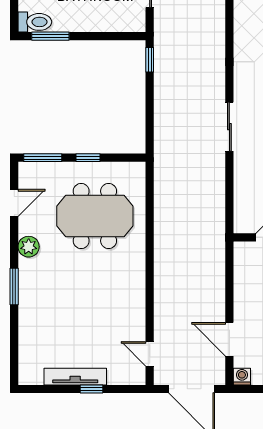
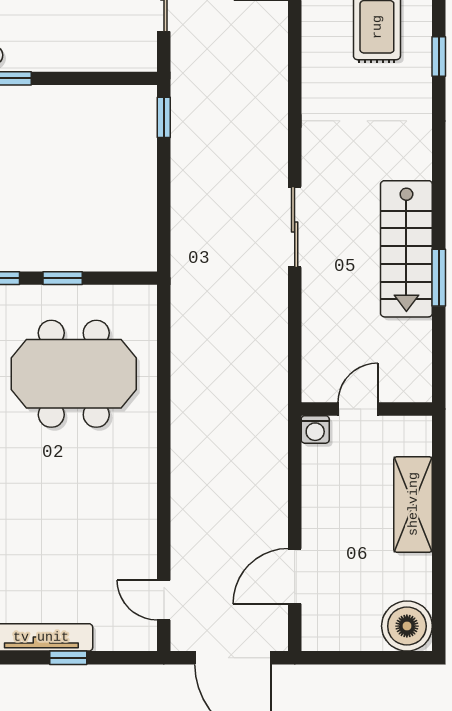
door: (229, 339) -> (295, 576), hinge flipped
washing machine: (242, 377) -> (315, 429), moved, turned 180

